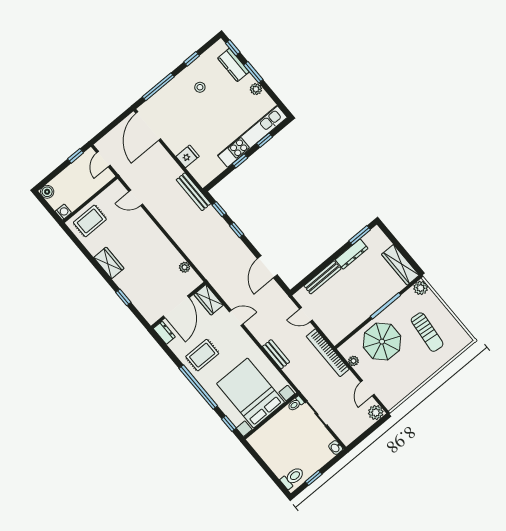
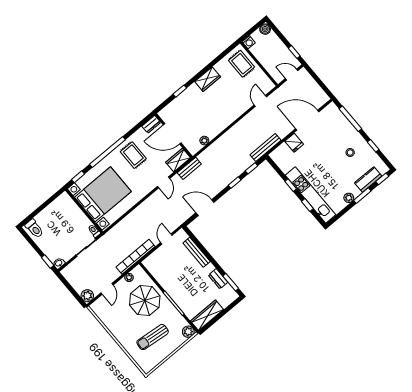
door: (148, 126) -> (307, 120), moved
dresser: (352, 254) -> (218, 279), width x0.70
bench: (276, 354) -> (189, 168), moved
door: (367, 388) -> (107, 289), swing flipped
window: (314, 478) -> (48, 261), moved

